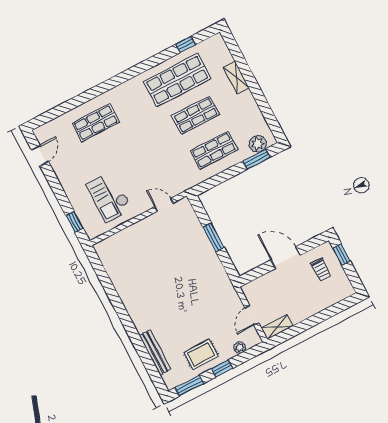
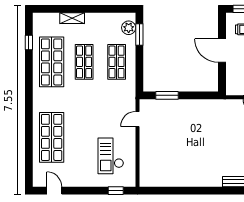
shop shelf: (96, 123) -> (52, 137), width x1.43, depth x1.36
checkout: (109, 197) -> (111, 156), turned 90
window: (214, 237) -> (167, 95), moved
door: (286, 258) -> (222, 51), hinge flipped

